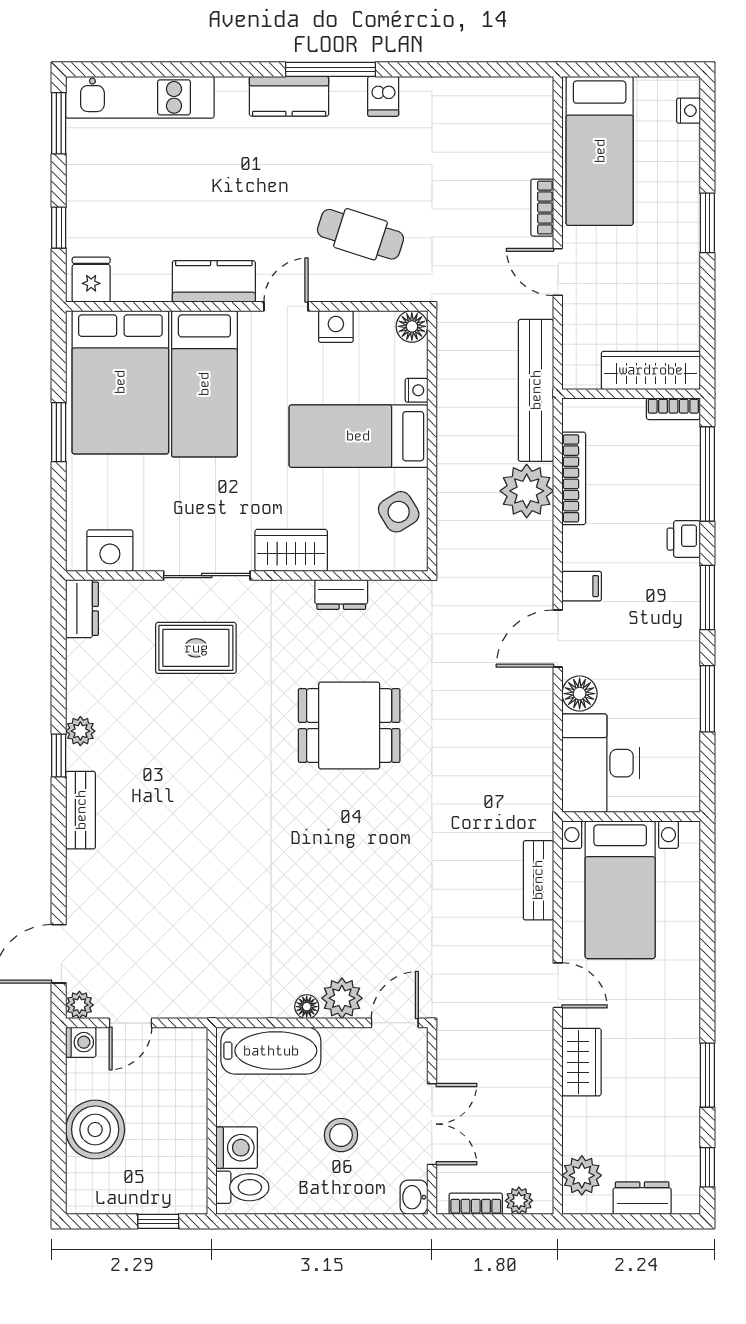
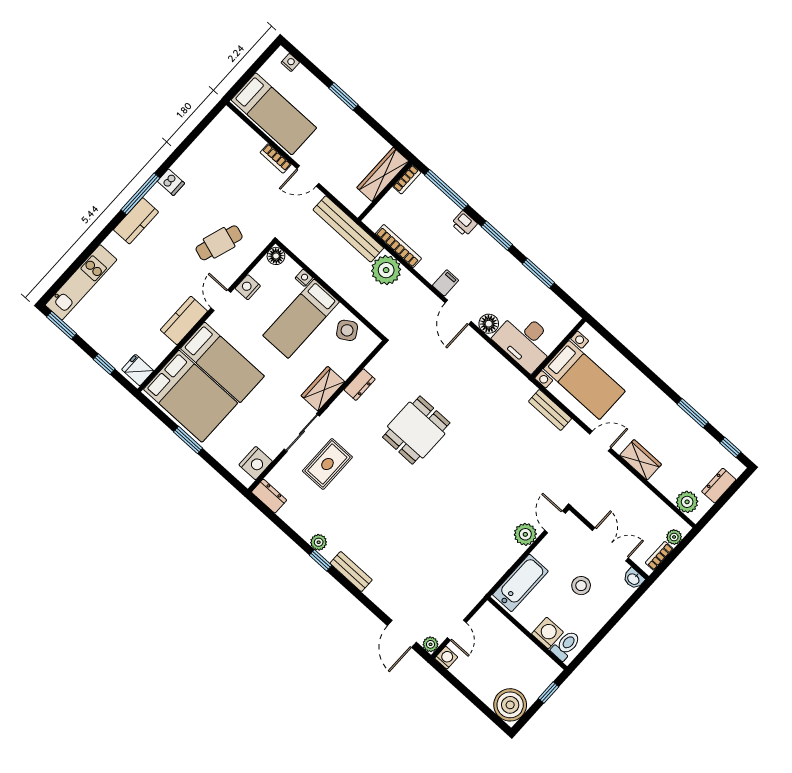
floor lamp: (307, 1007) -> (516, 552), removed
boiler: (95, 1130) -> (510, 705), moved

